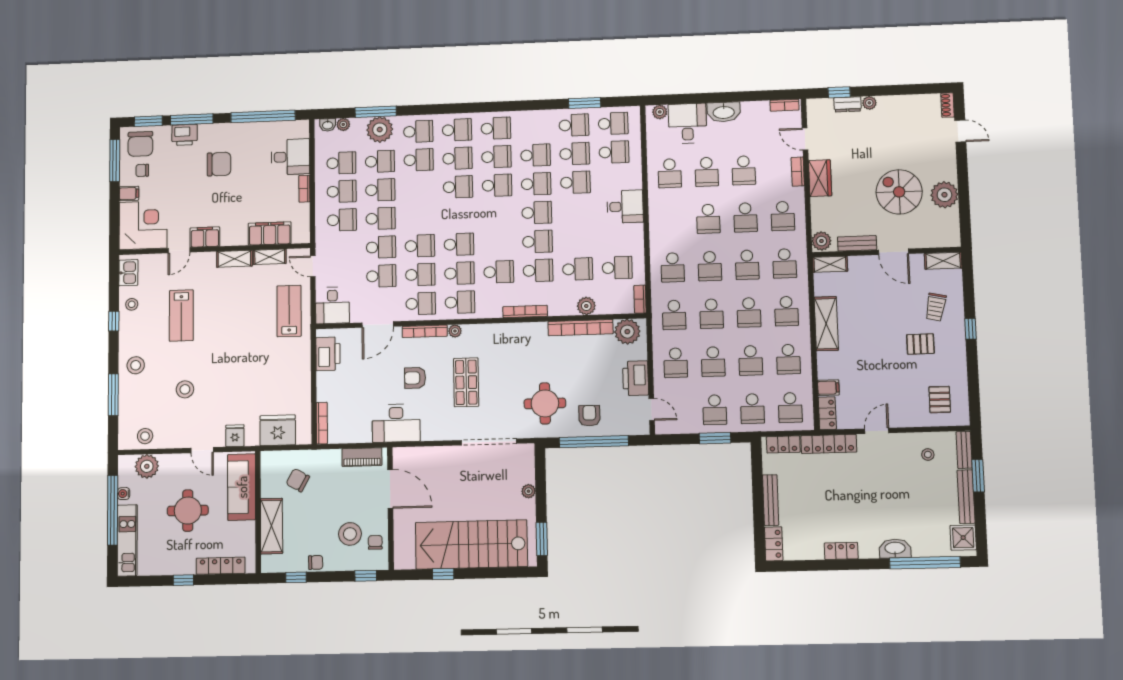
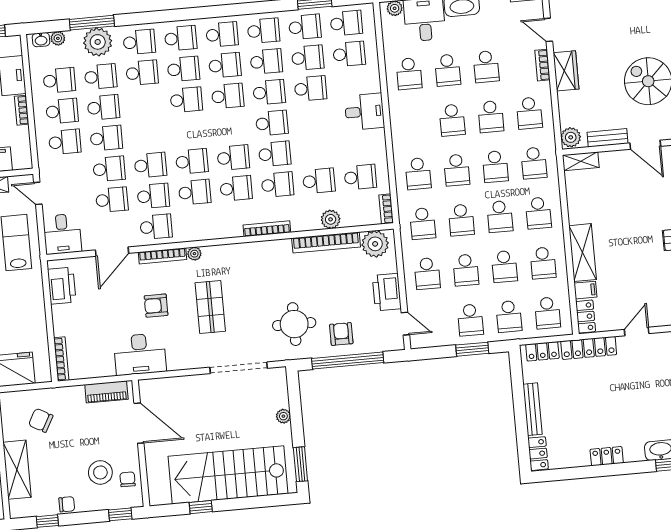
school desk: (535, 127) -> (263, 31), added
school desk: (460, 302) -> (233, 158), moved
shelving: (826, 324) -> (583, 253), moved

